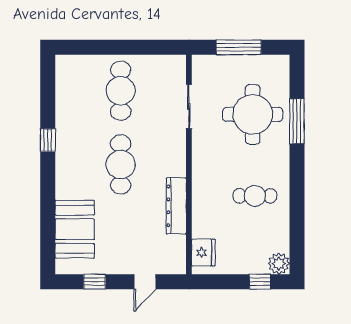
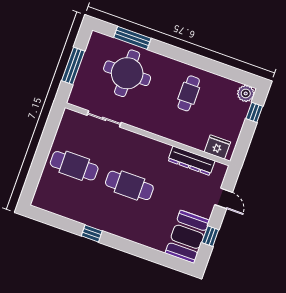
window: (297, 121) -> (132, 38), moved
dresser: (176, 206) -> (191, 161), moved
booth: (75, 229) -> (187, 237), moved, turned 90

